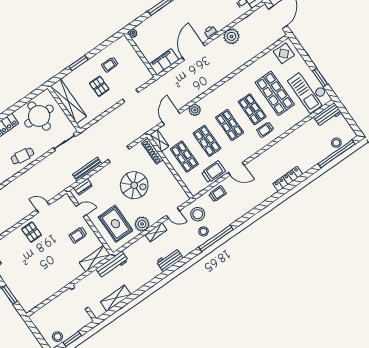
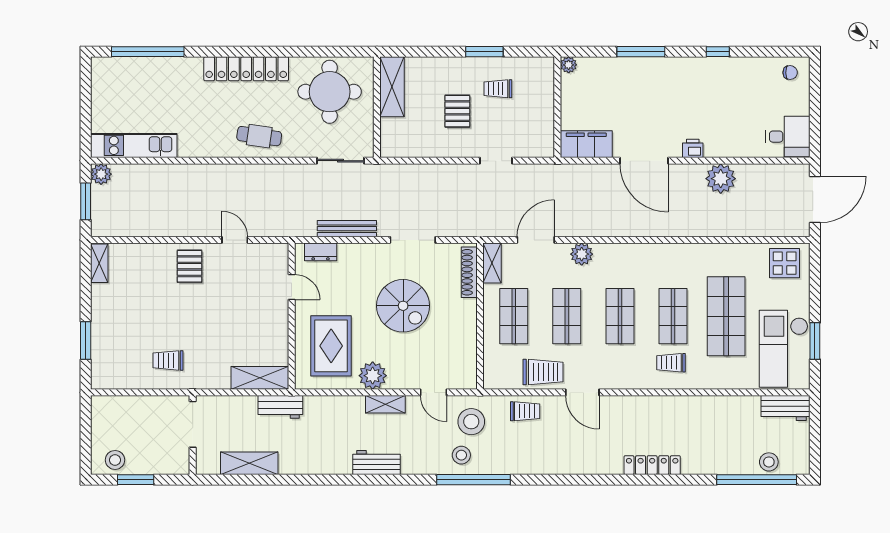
door: (193, 52) -> (644, 161), swing flipped
window: (78, 63) -> (484, 52), moved
shelving: (68, 101) -> (392, 87), width x0.68
trolley: (78, 235) -> (168, 360), moved
workbench: (112, 265) -> (280, 407), width x0.73

